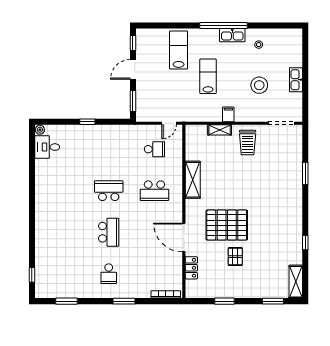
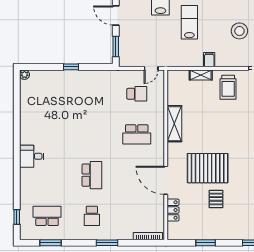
door: (133, 69) -> (116, 16), hinge flipped
desk: (47, 147) -> (32, 156), moved
school desk: (109, 191) -> (47, 216), moved

